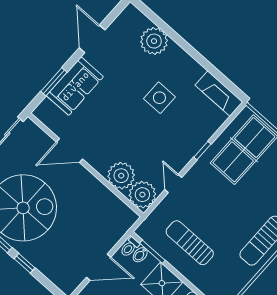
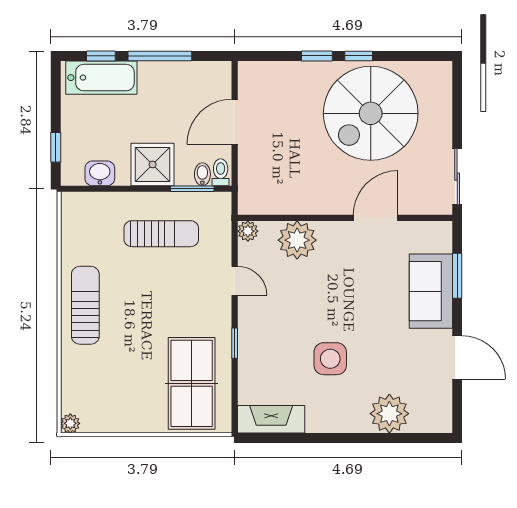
plant: (142, 195) -> (248, 231), width x0.53, depth x0.53

